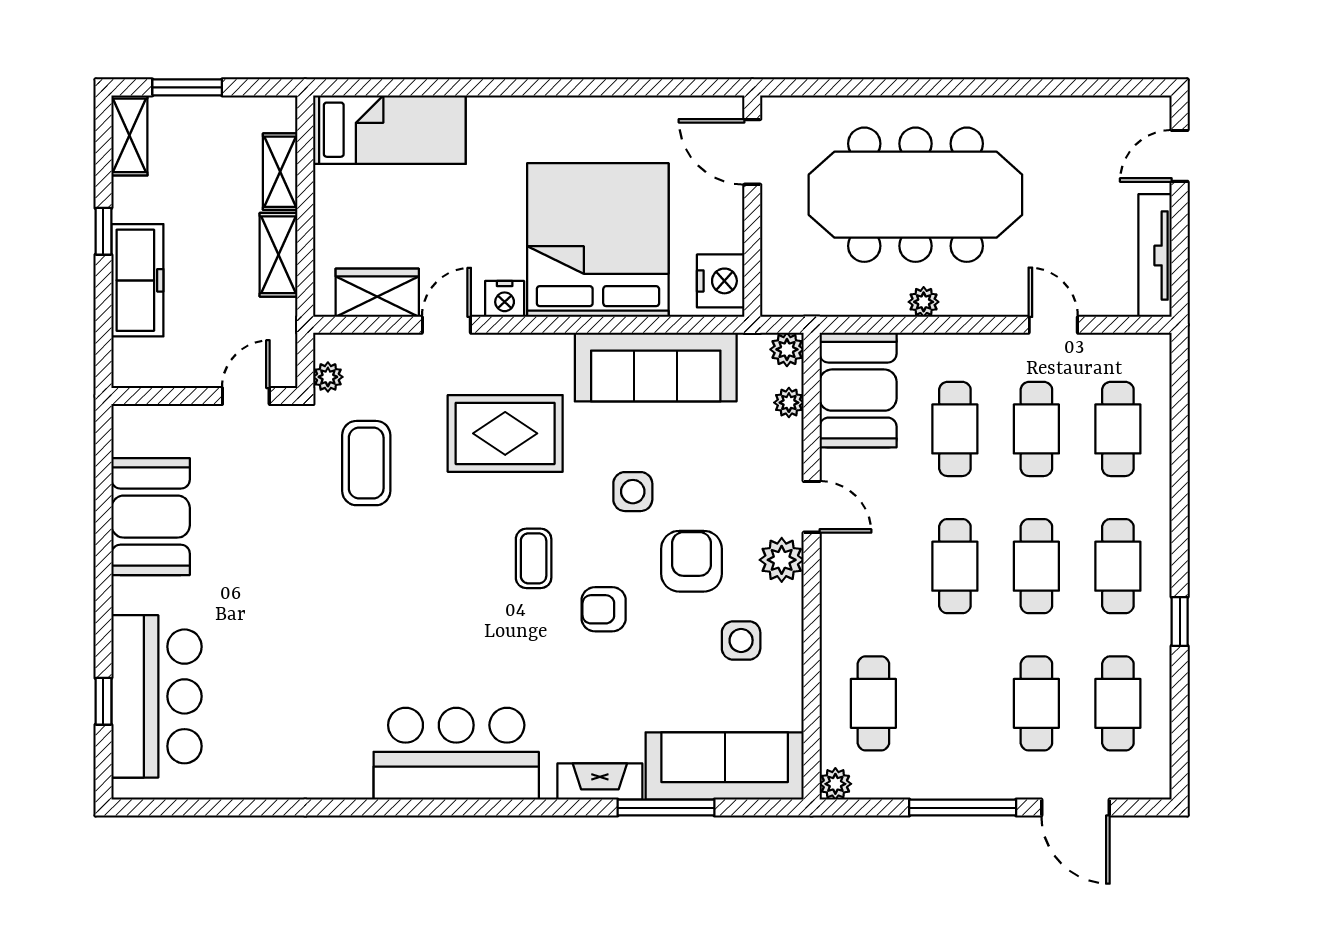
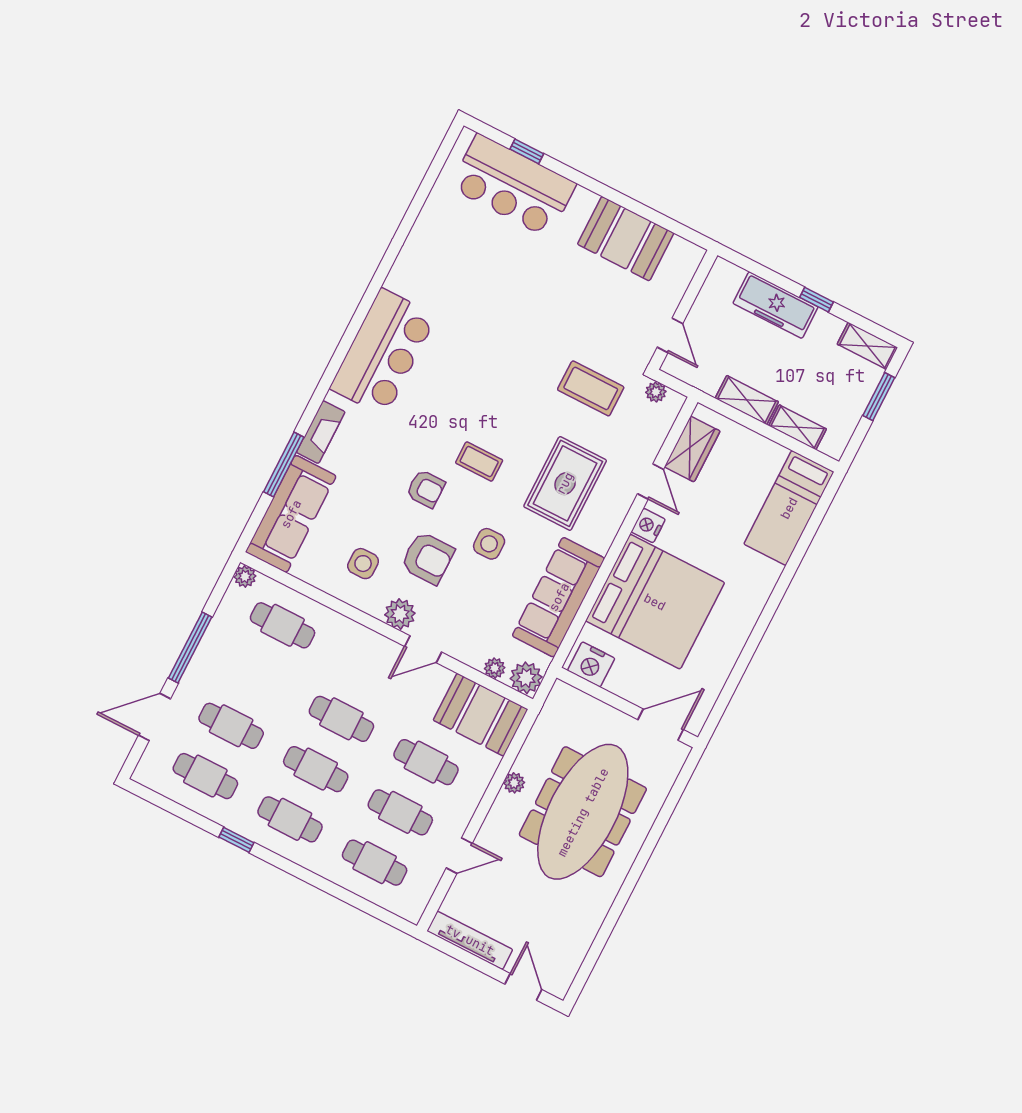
plant: (787, 349) -> (526, 678), width x1.38, depth x1.38
armchair: (604, 609) -> (426, 489), turned 90

